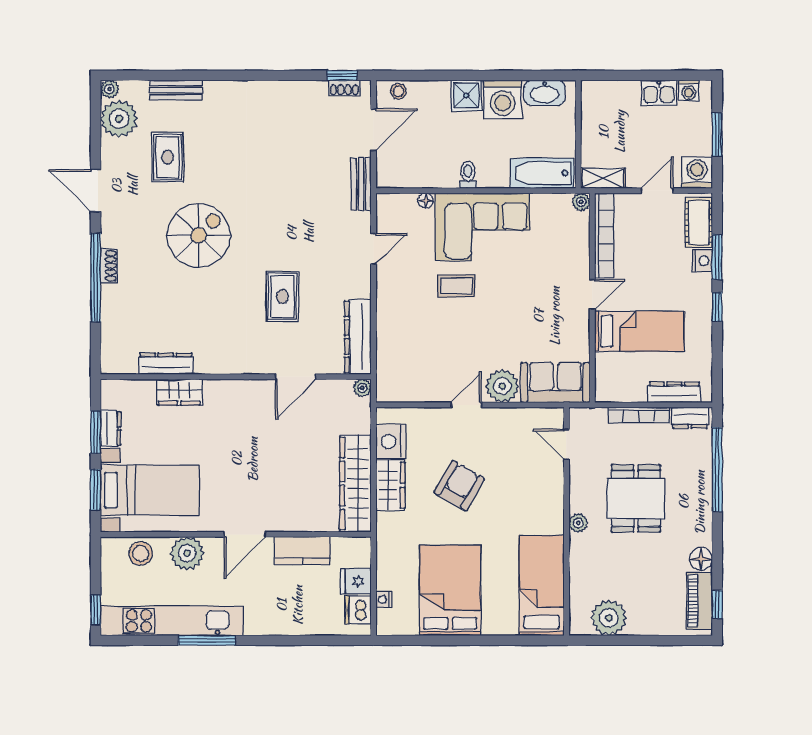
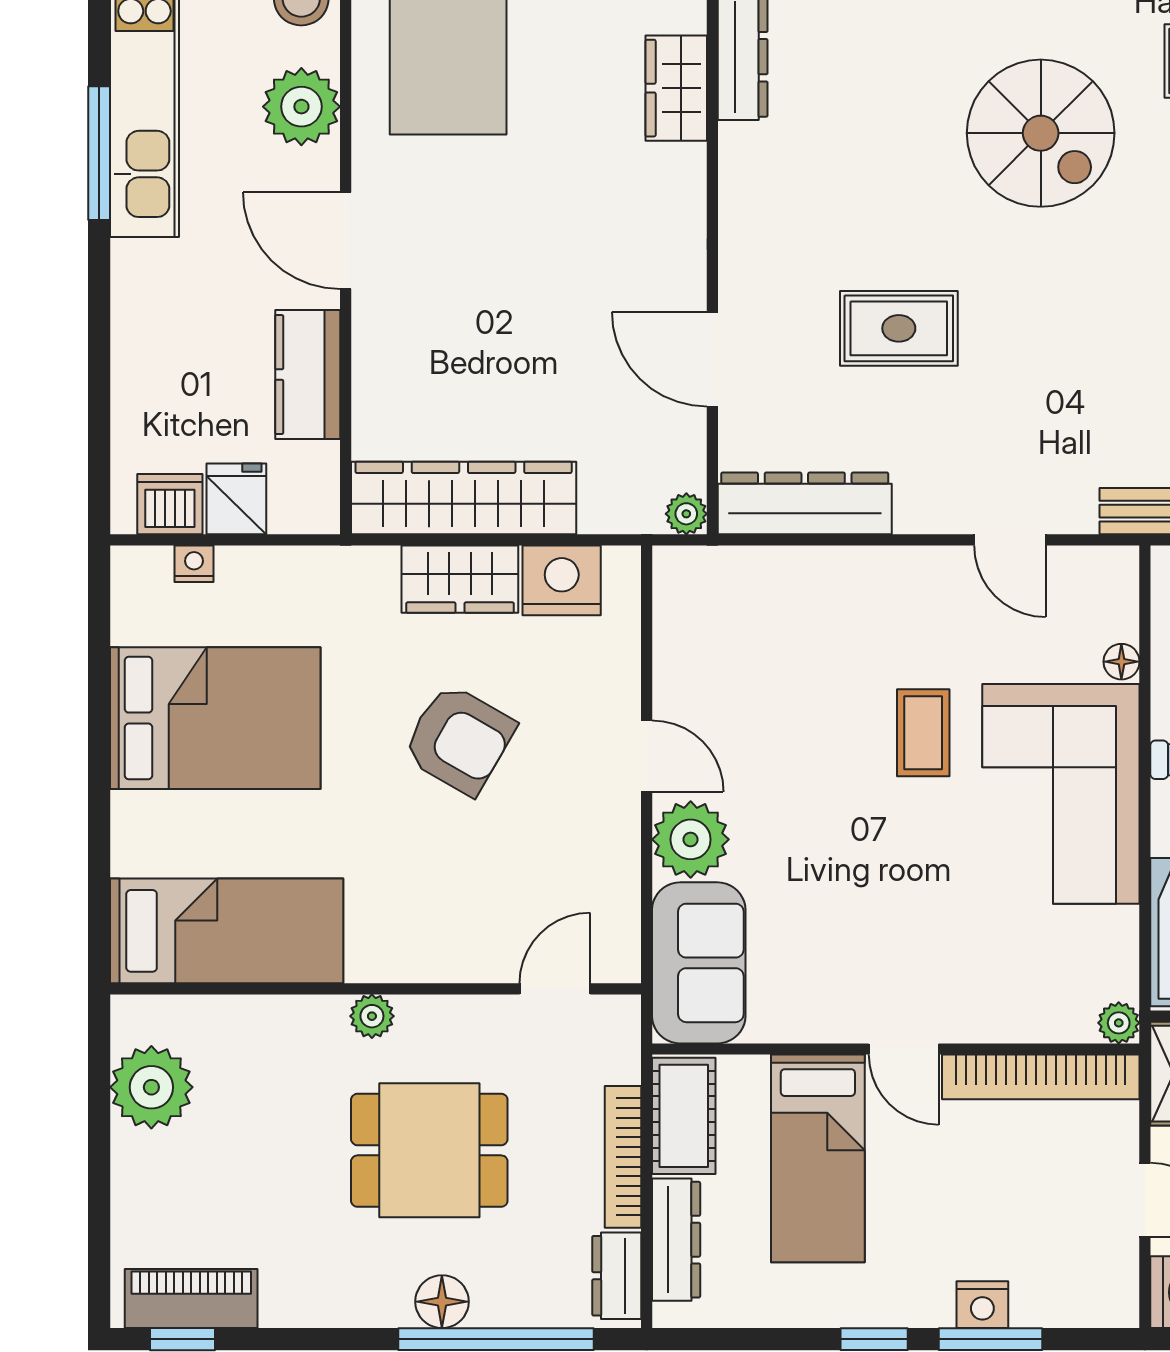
cot: (699, 223) -> (684, 1116), moved, turned 90
floor lamp: (701, 559) -> (442, 1302), moved

